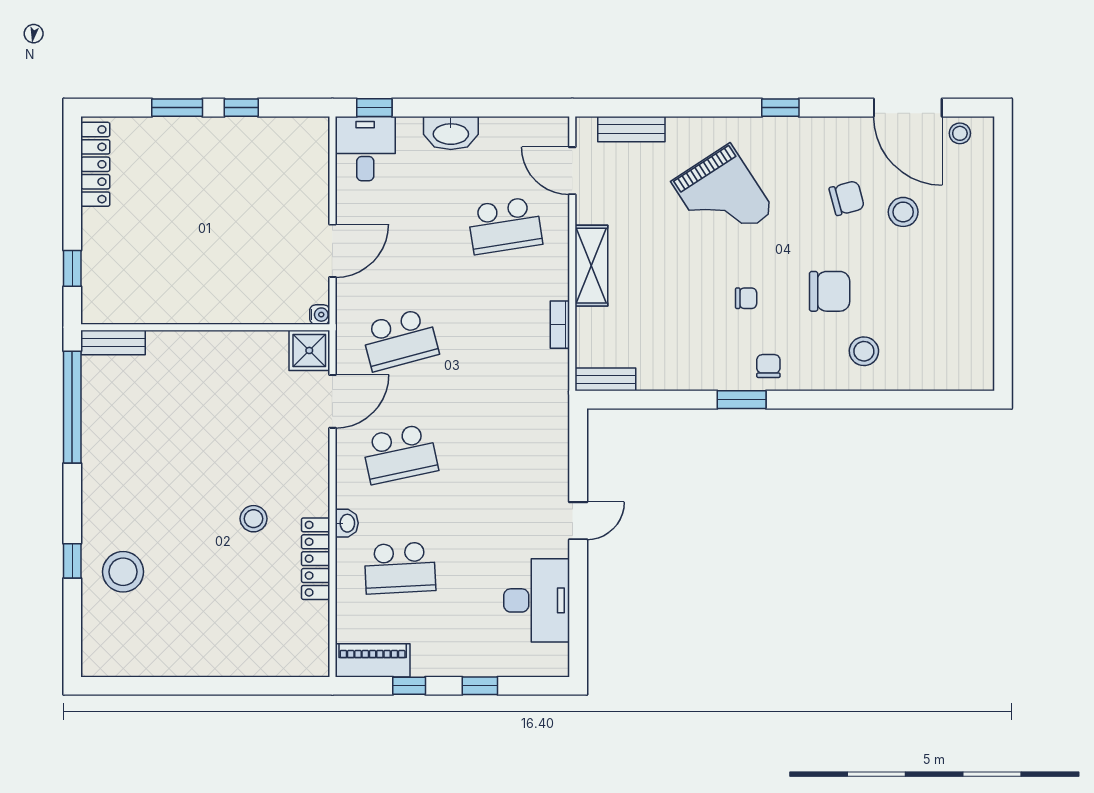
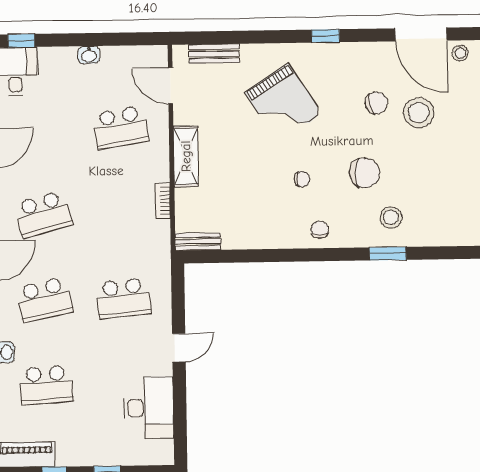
washbasin: (451, 133) -> (89, 55), width x0.52, depth x0.69
stool: (903, 212) -> (419, 113), width x1.38, depth x1.38
window: (742, 400) -> (388, 254), moved
school desk: (505, 454) -> (123, 298), added

